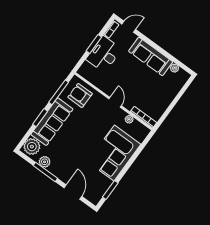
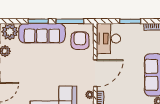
desk: (104, 54) -> (108, 39), moved, turned -90
door: (115, 102) -> (95, 73), width x1.87

